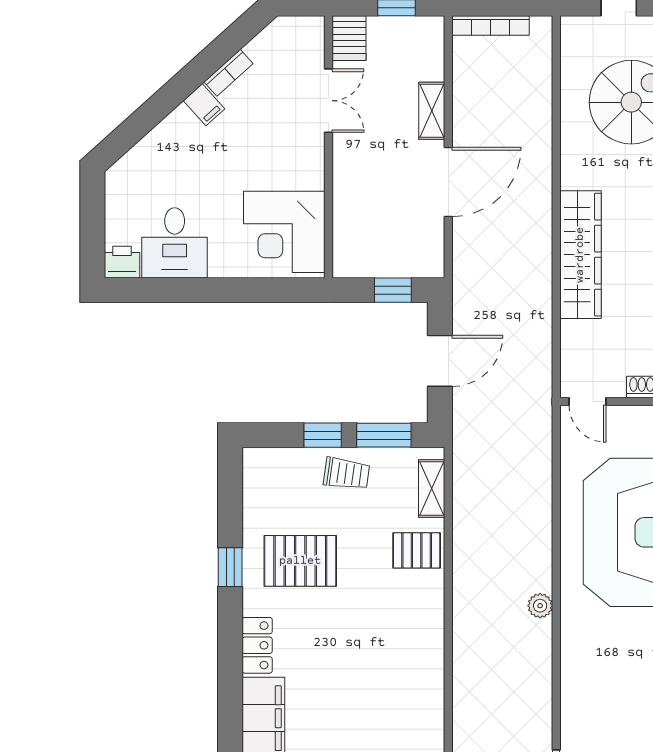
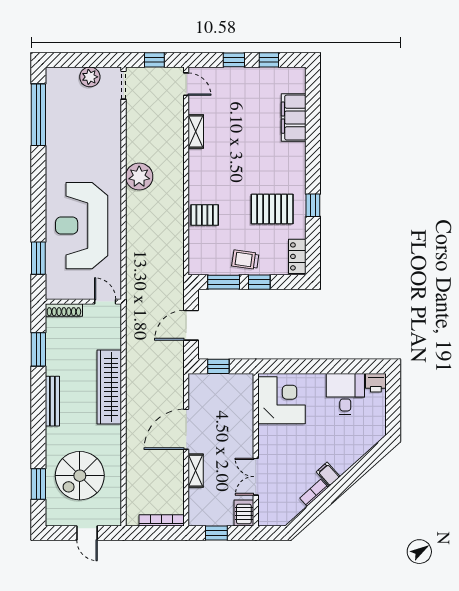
shelving: (432, 489) -> (196, 132), moved
plant: (540, 606) -> (139, 177), width x1.88, depth x1.88
locker: (257, 645) -> (297, 256), moved

